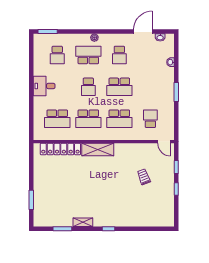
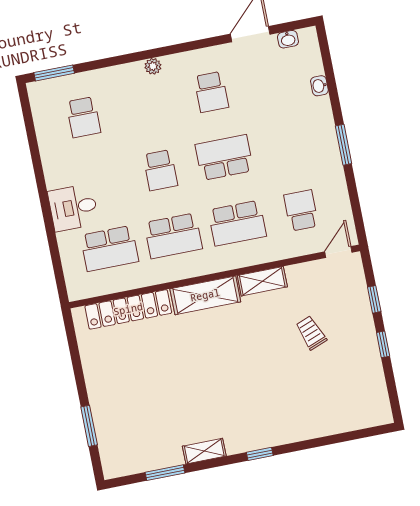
school desk: (88, 55) -> (147, 105), removed
desk: (44, 86) -> (73, 208), moved
school desk: (119, 87) -> (224, 158), turned 180
door: (164, 142) -> (338, 252), swing flipped
shelving: (126, 148) -> (262, 281), added

